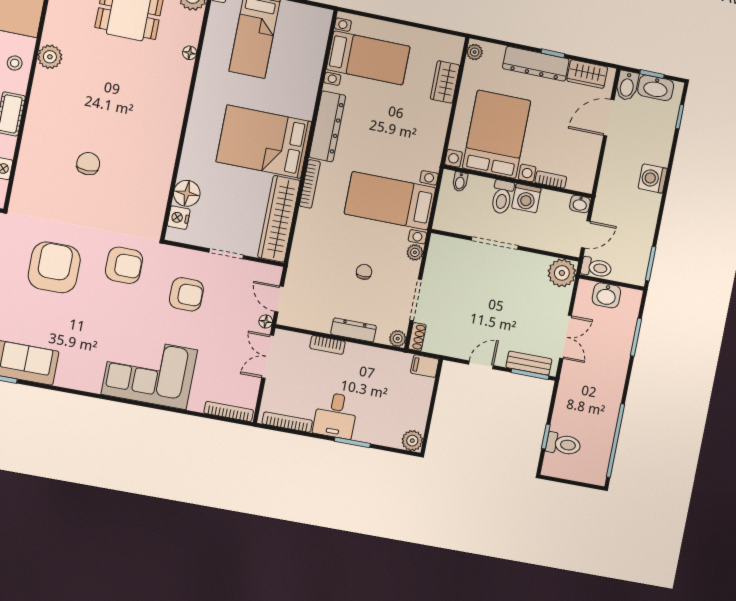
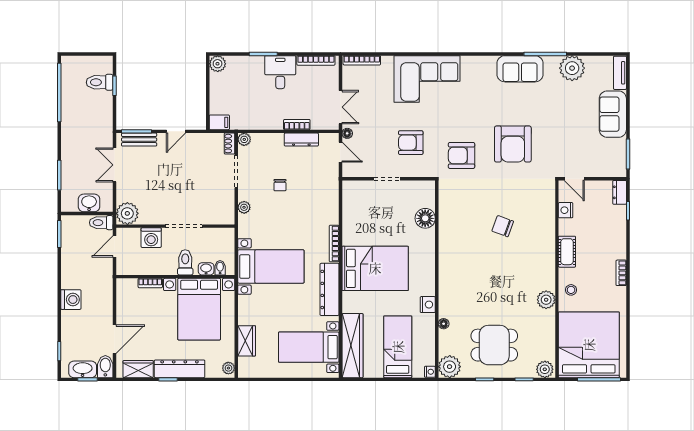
chair: (88, 164) -> (503, 226), turned 110
washing machine: (526, 198) -> (151, 238), moved, turned 180
bed with nightstands: (390, 201) -> (271, 266), moved
washbasin: (580, 204) -> (206, 269), moved
nightstand: (179, 218) -> (428, 305), moved
wardrobe: (279, 219) -> (352, 346), moved
dresser: (354, 330) -> (301, 140), moved

